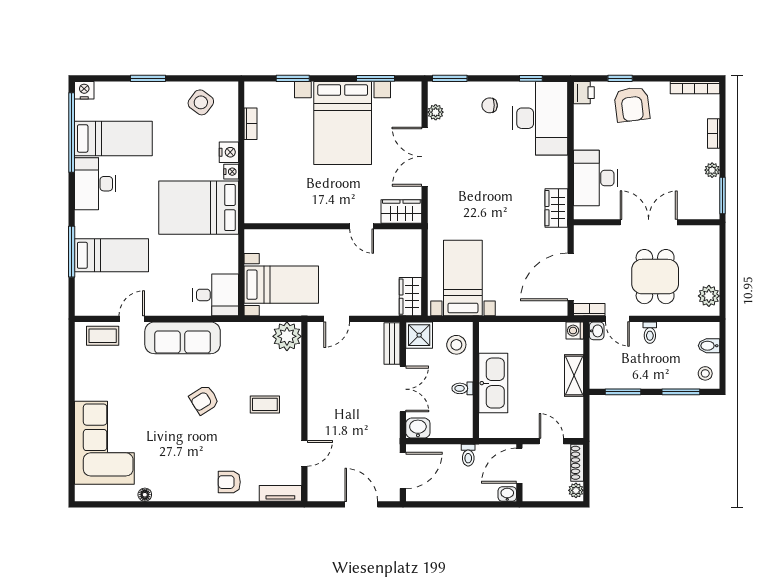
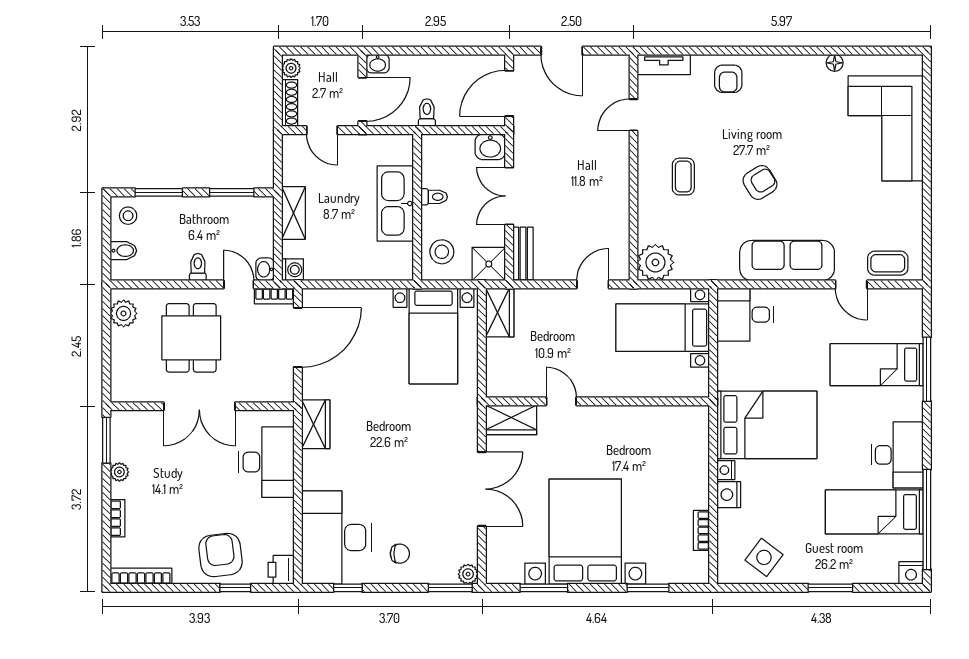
plant: (436, 112) -> (468, 574), moved
door: (132, 319) -> (851, 284), hinge flipped
coffee table: (265, 404) -> (683, 177), turned 90
armchair: (229, 482) -> (728, 79), turned 90

